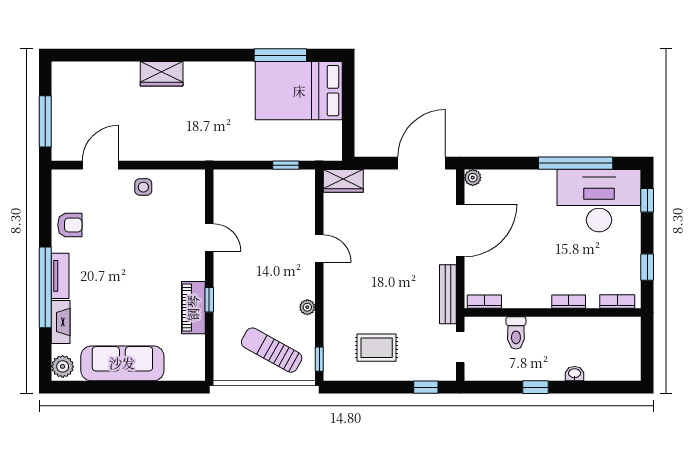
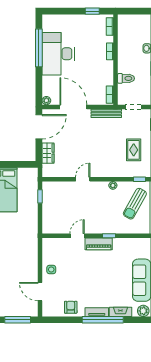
door: (422, 163) -> (39, 127), swing flipped
wardrobe: (343, 181) -> (48, 153), moved
window: (647, 200) -> (58, 11), removed
desk: (599, 201) -> (58, 54), moved
piano: (193, 308) -> (99, 244), moved

